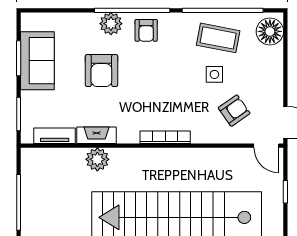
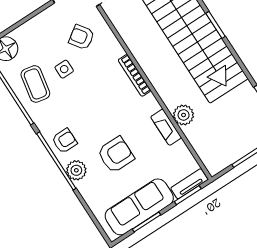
sofa: (37, 61) -> (139, 207), width x1.36
tv unit: (55, 136) -> (189, 184), moved, turned 90

